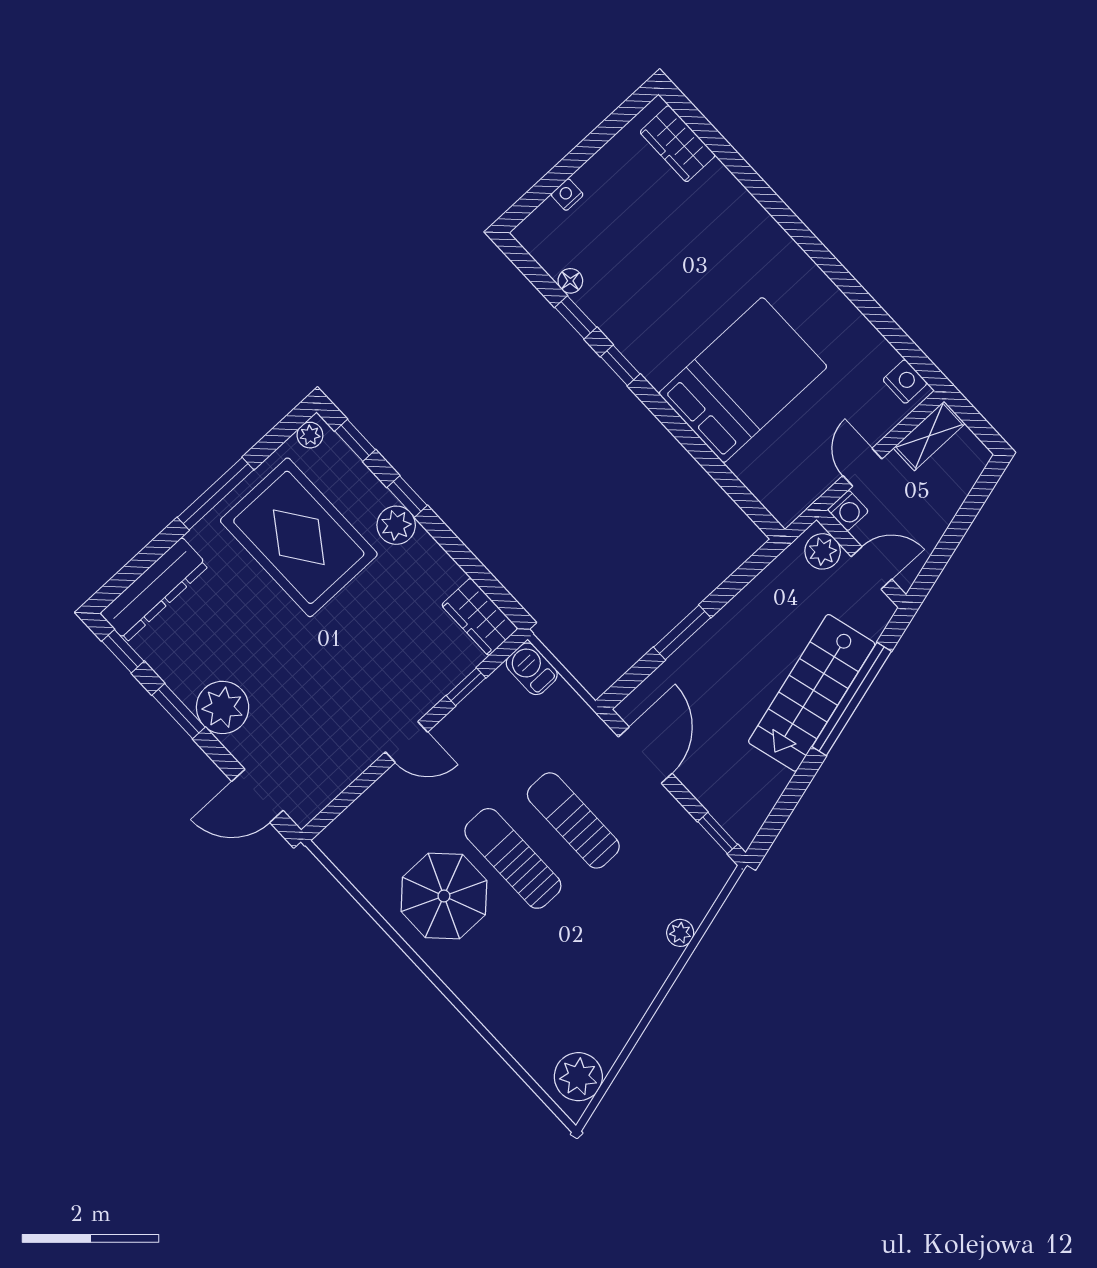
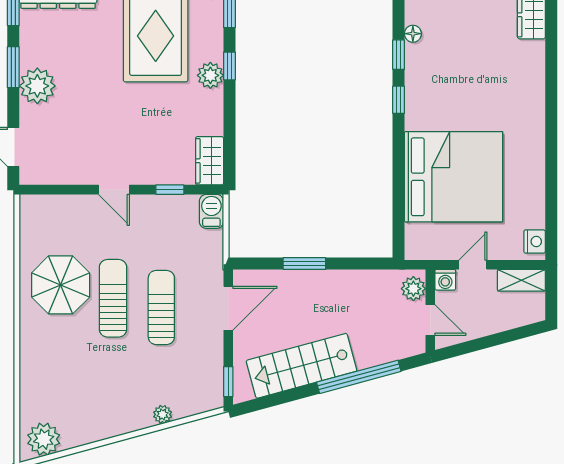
bed: (743, 380) -> (454, 177), width x1.36
stairs: (812, 693) -> (302, 366), moved

